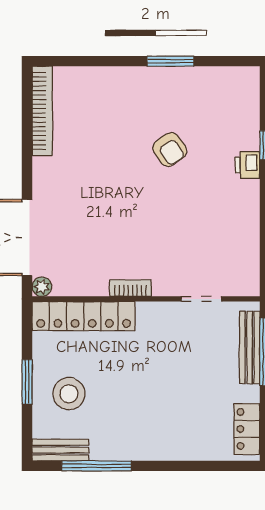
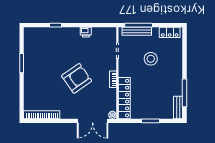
armchair: (170, 149) -> (77, 78), moved, width x1.88, depth x1.88
printer: (248, 165) -> (86, 32), moved
stool: (69, 394) -> (151, 59), moved

